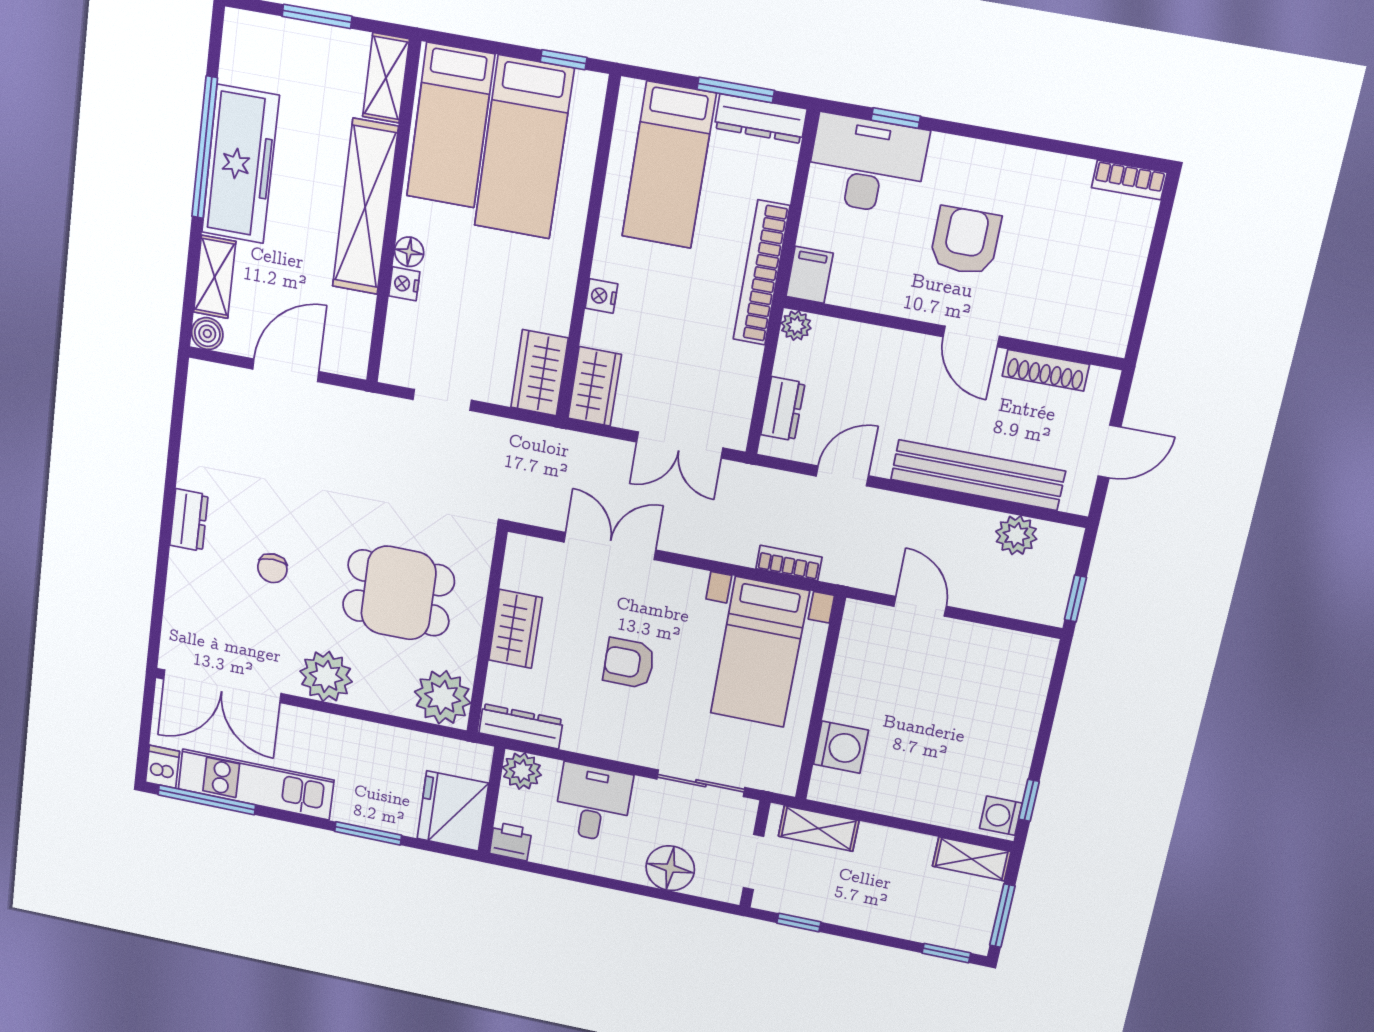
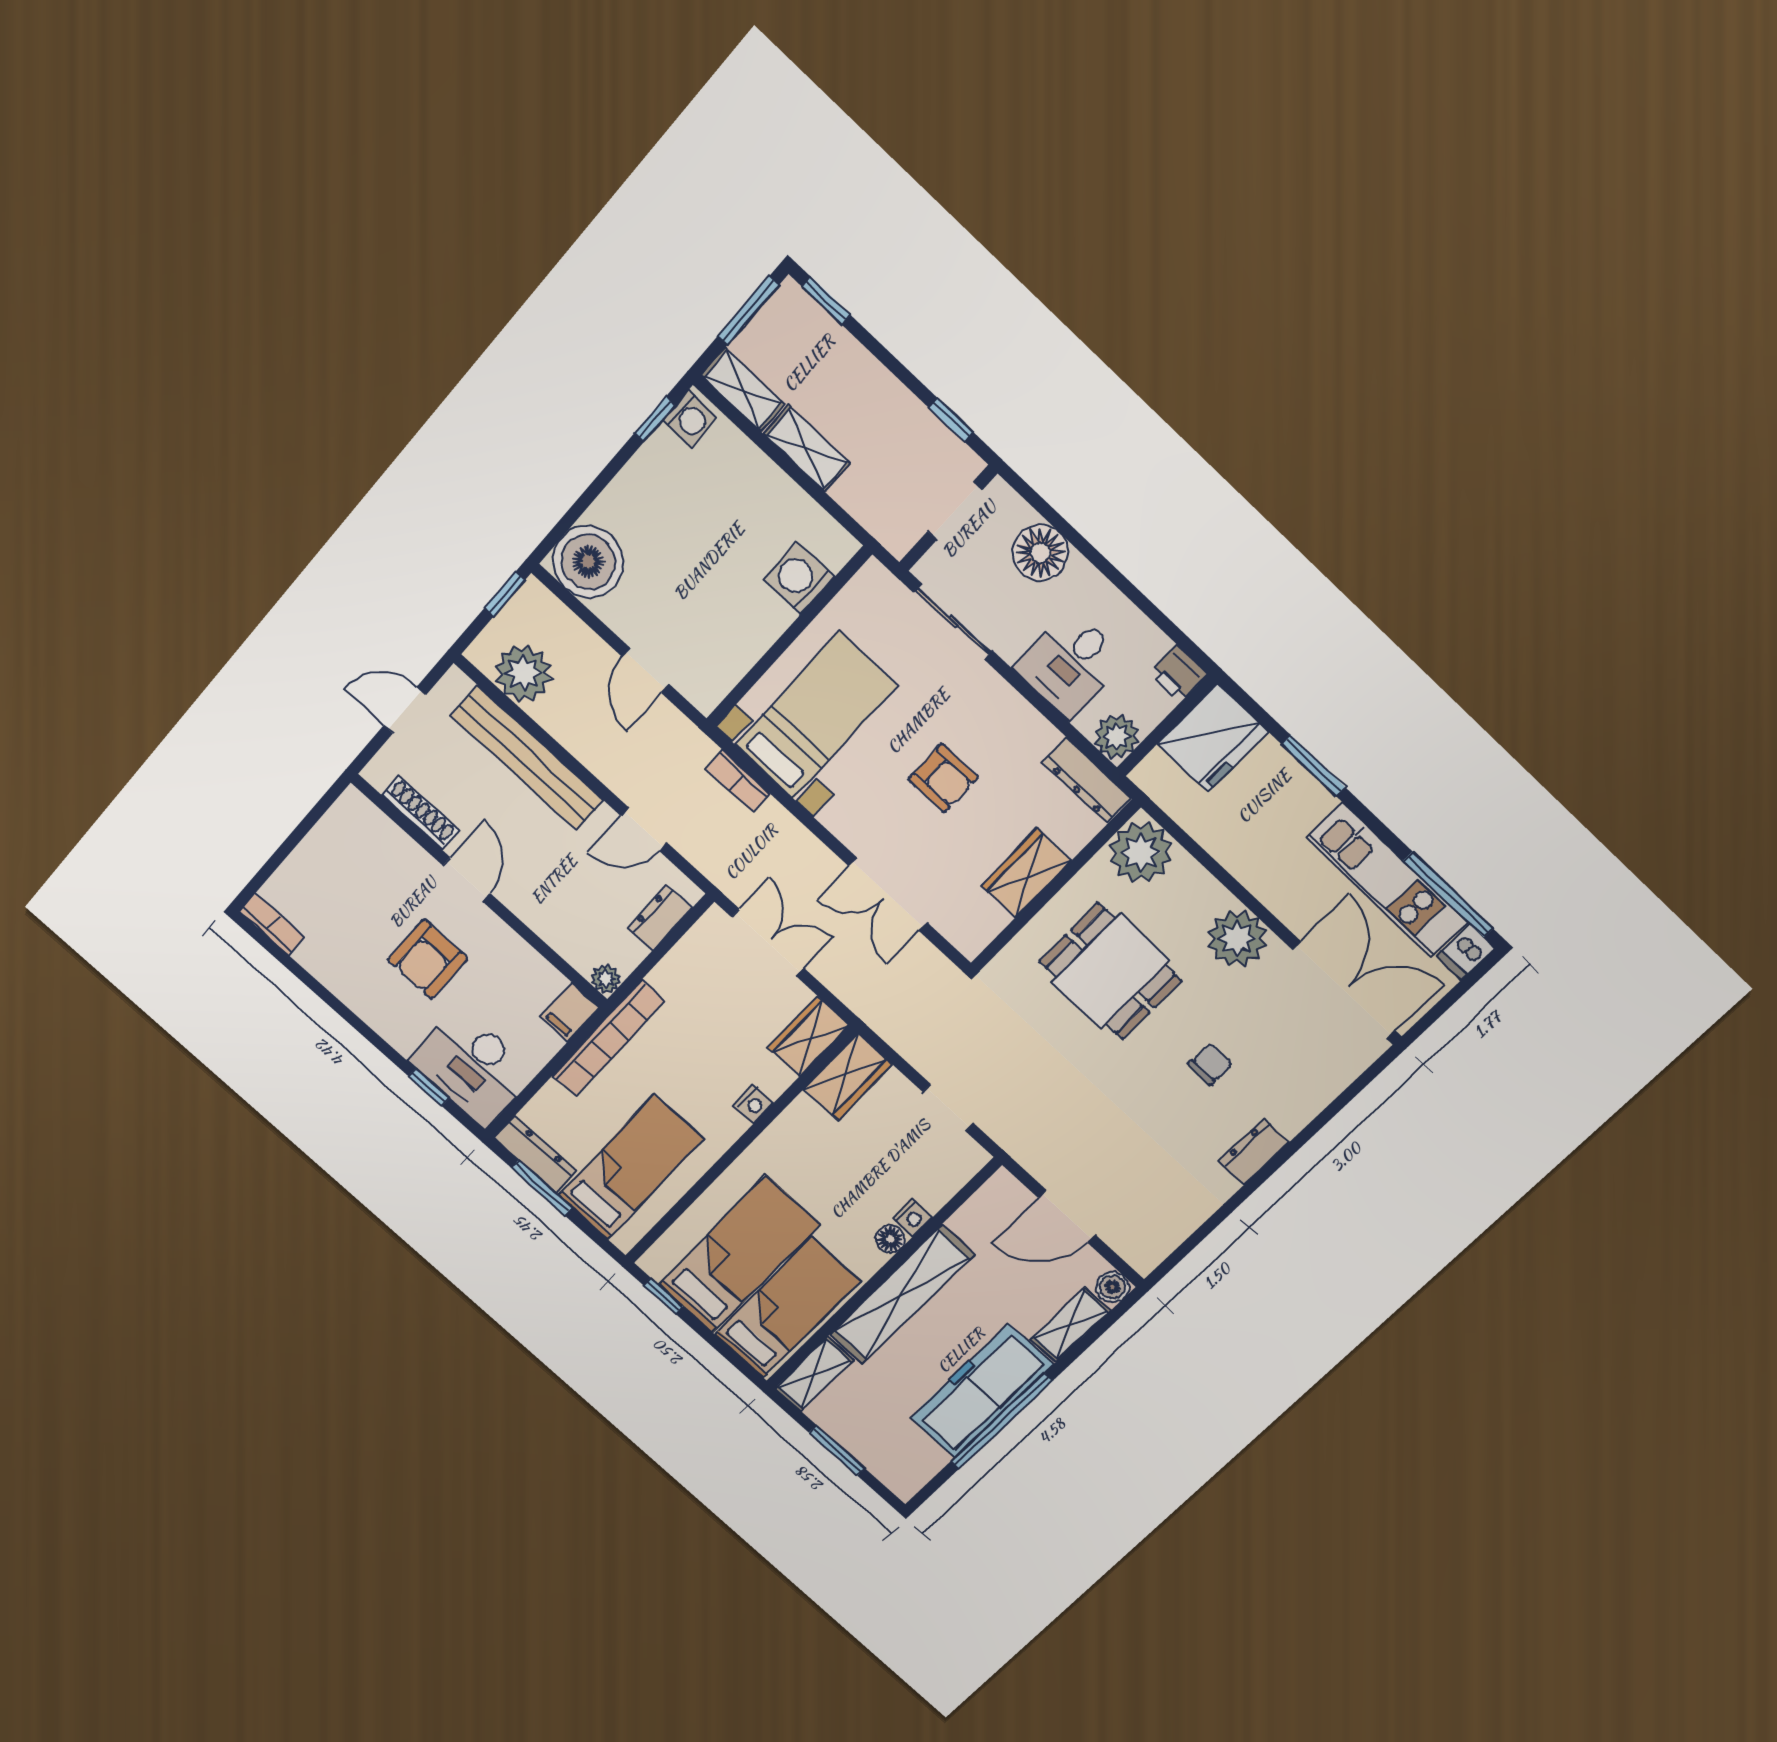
plant: (1016, 535) -> (523, 673), width x1.36, depth x1.36
boiler: (1019, 664) -> (588, 562), added
shelving: (819, 828) -> (807, 449), moved

